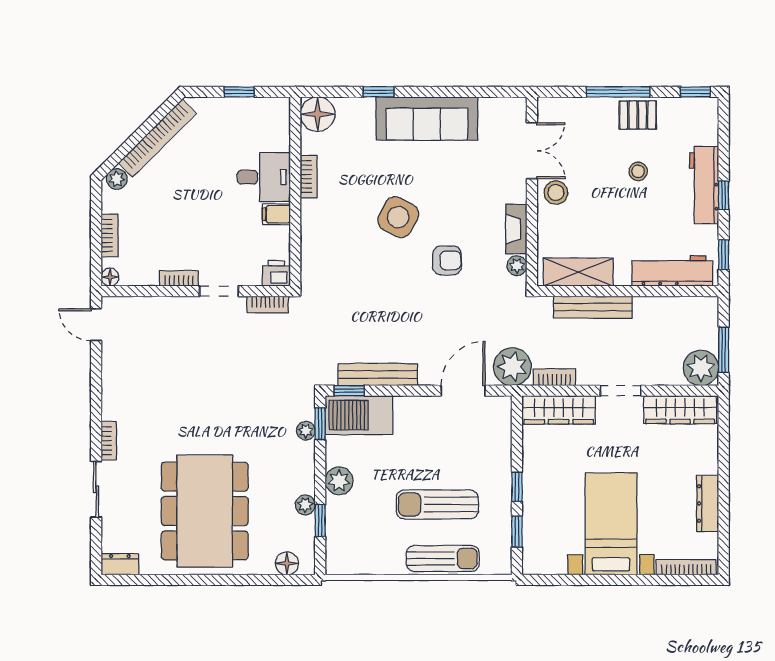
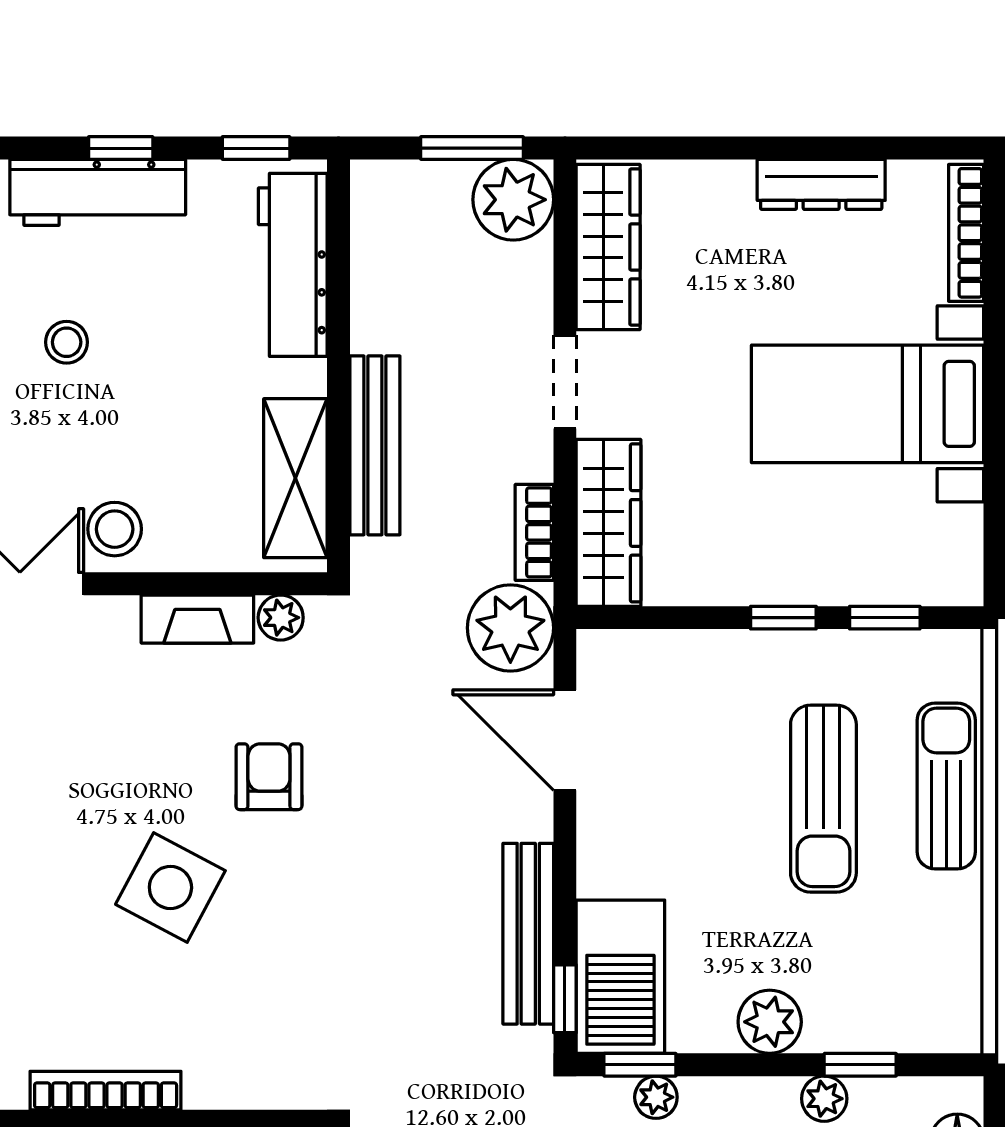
bookcase: (309, 177) -> (106, 1091), width x1.56

